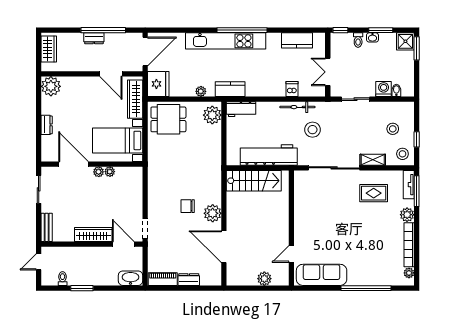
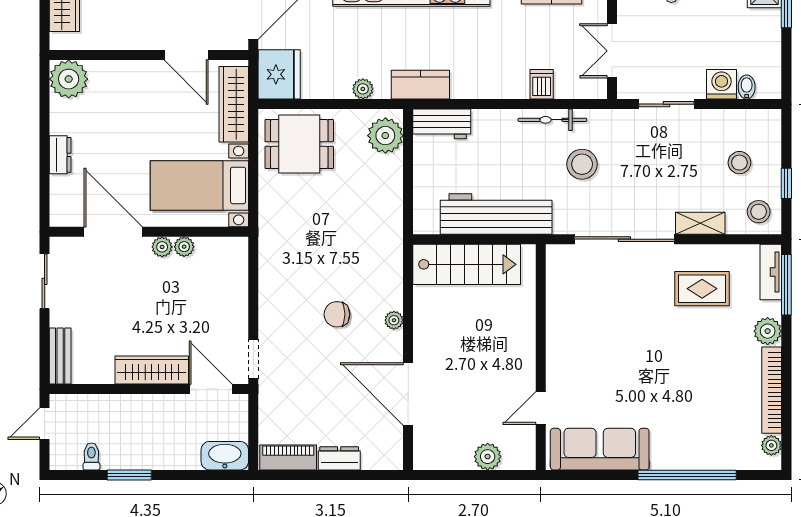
plant: (213, 213) -> (394, 320), width x0.53, depth x0.53

